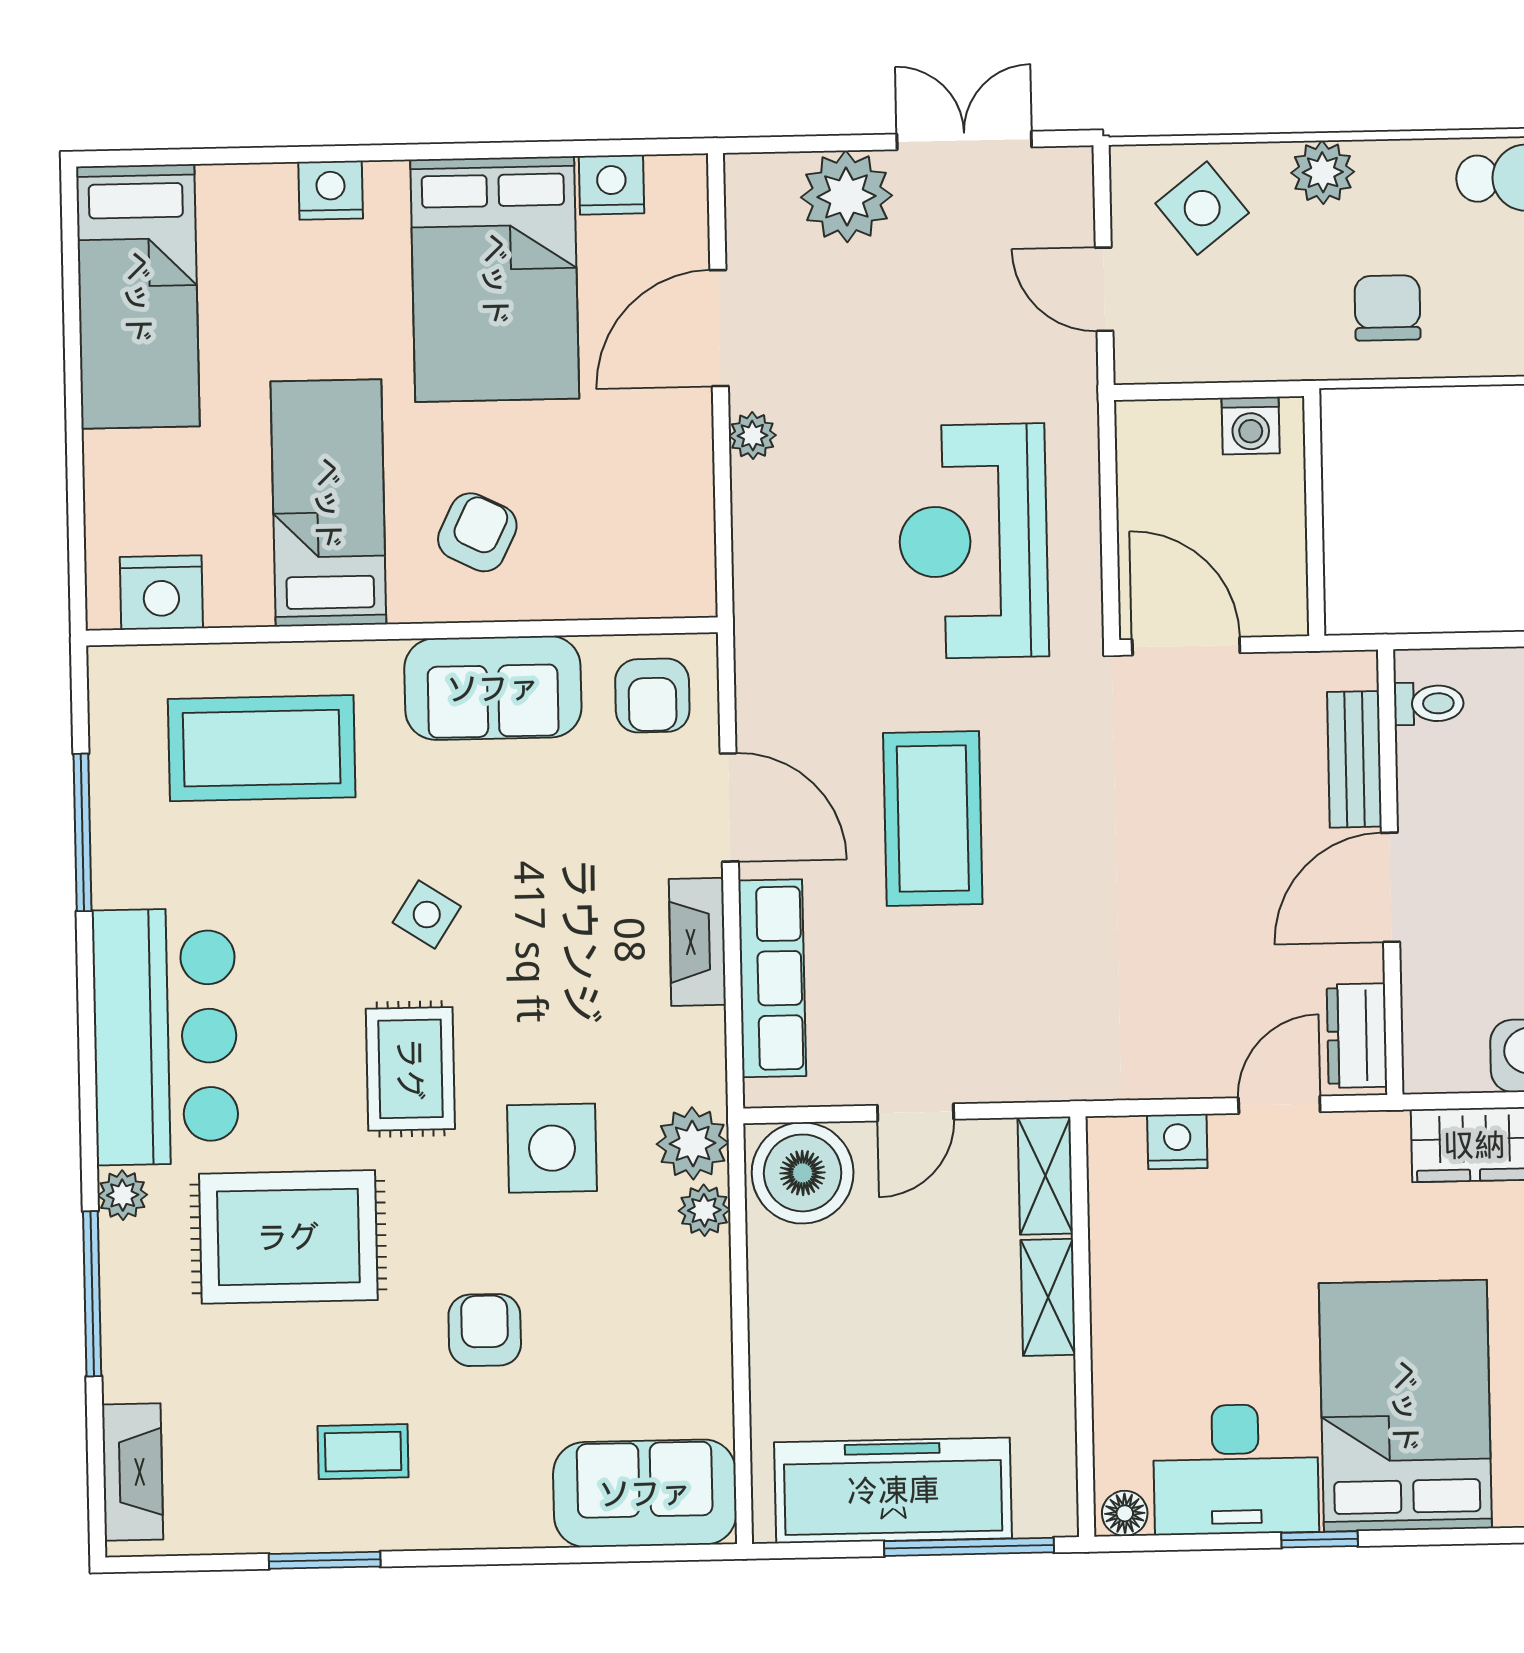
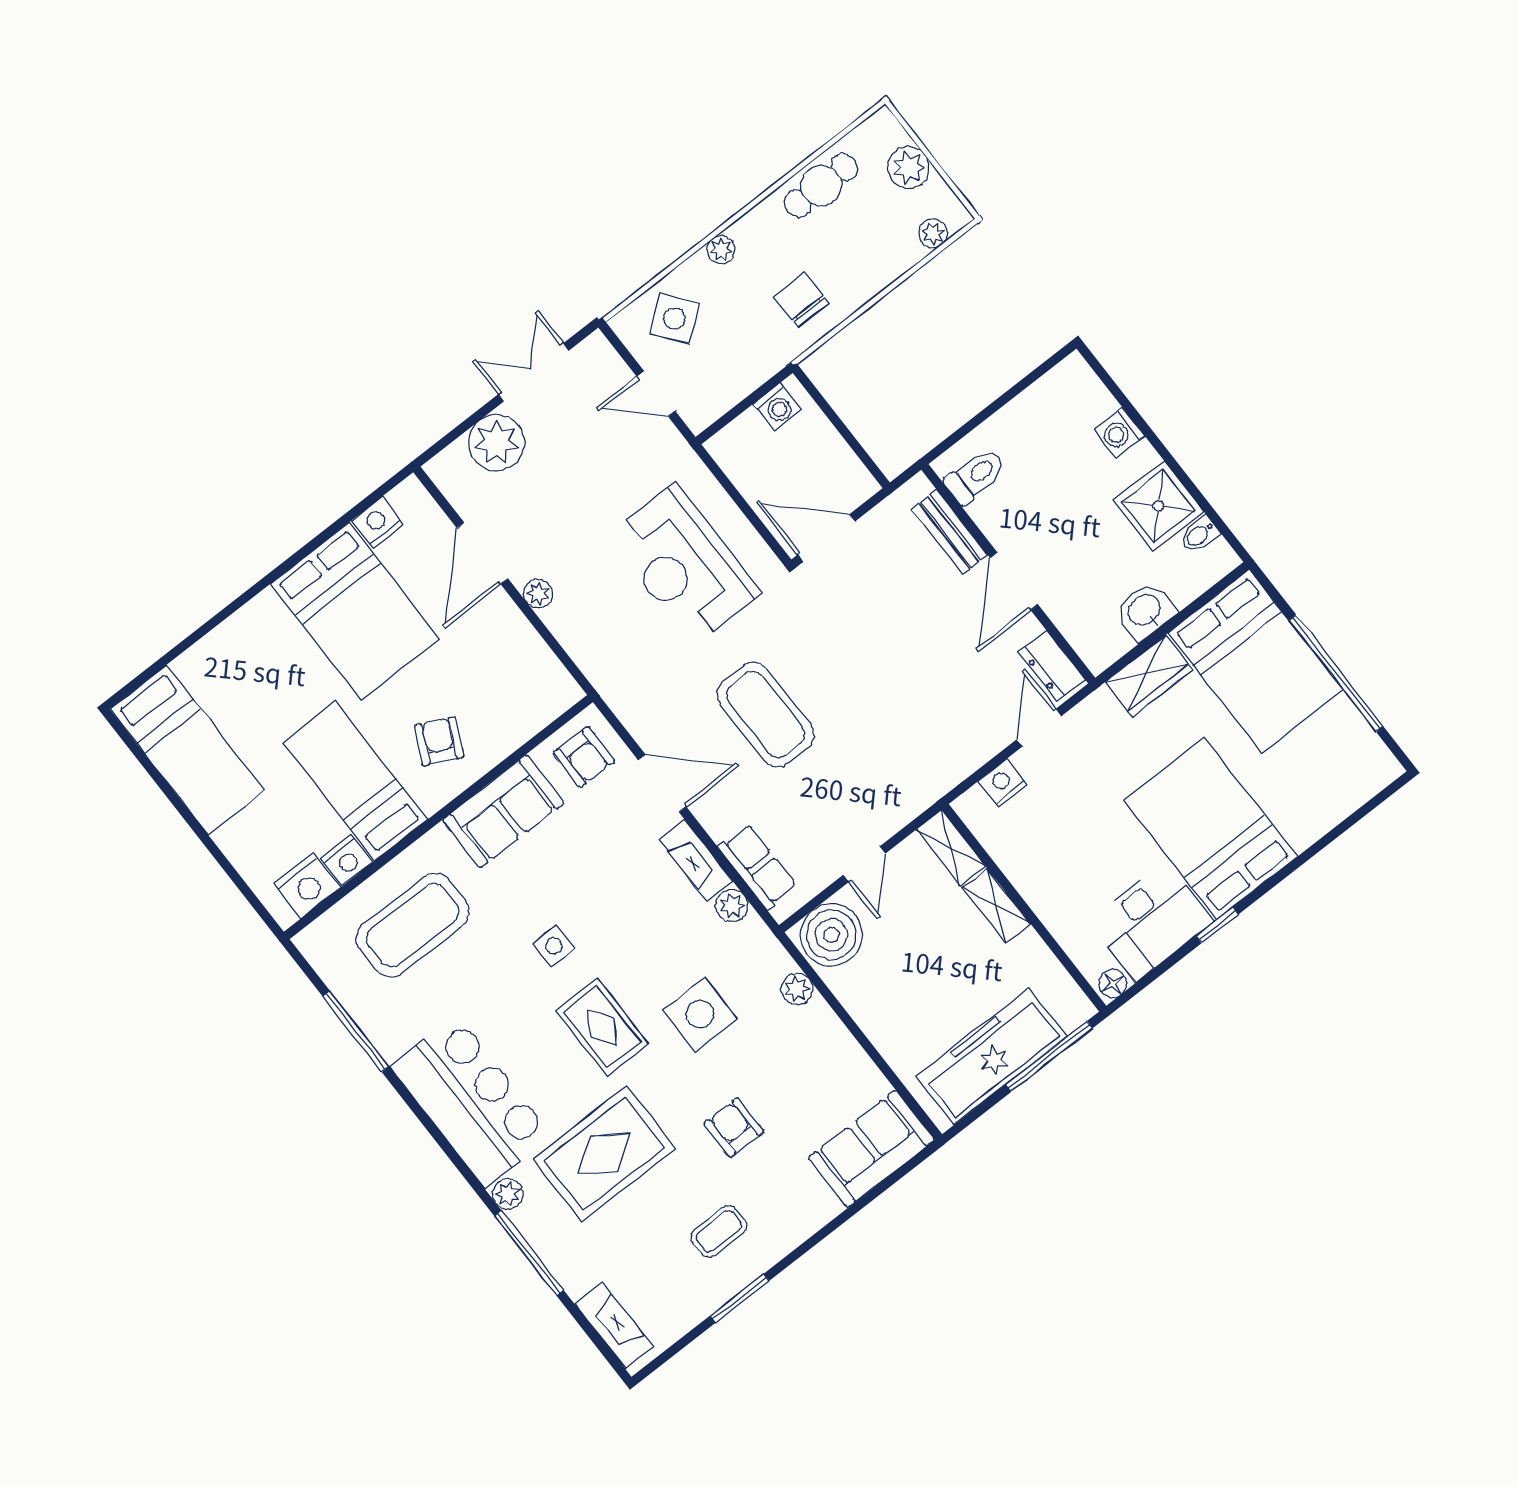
plant: (1323, 172) -> (721, 250), width x0.73, depth x0.73
nightstand: (331, 190) -> (347, 860), moved, turned 180
toilet: (1429, 703) -> (975, 476), width x1.37, depth x1.39
side table: (427, 915) -> (554, 946), turned -33
row of seats: (772, 978) -> (758, 866), width x0.68
plant: (693, 1143) -> (732, 906), moved, width x0.73, depth x0.73

